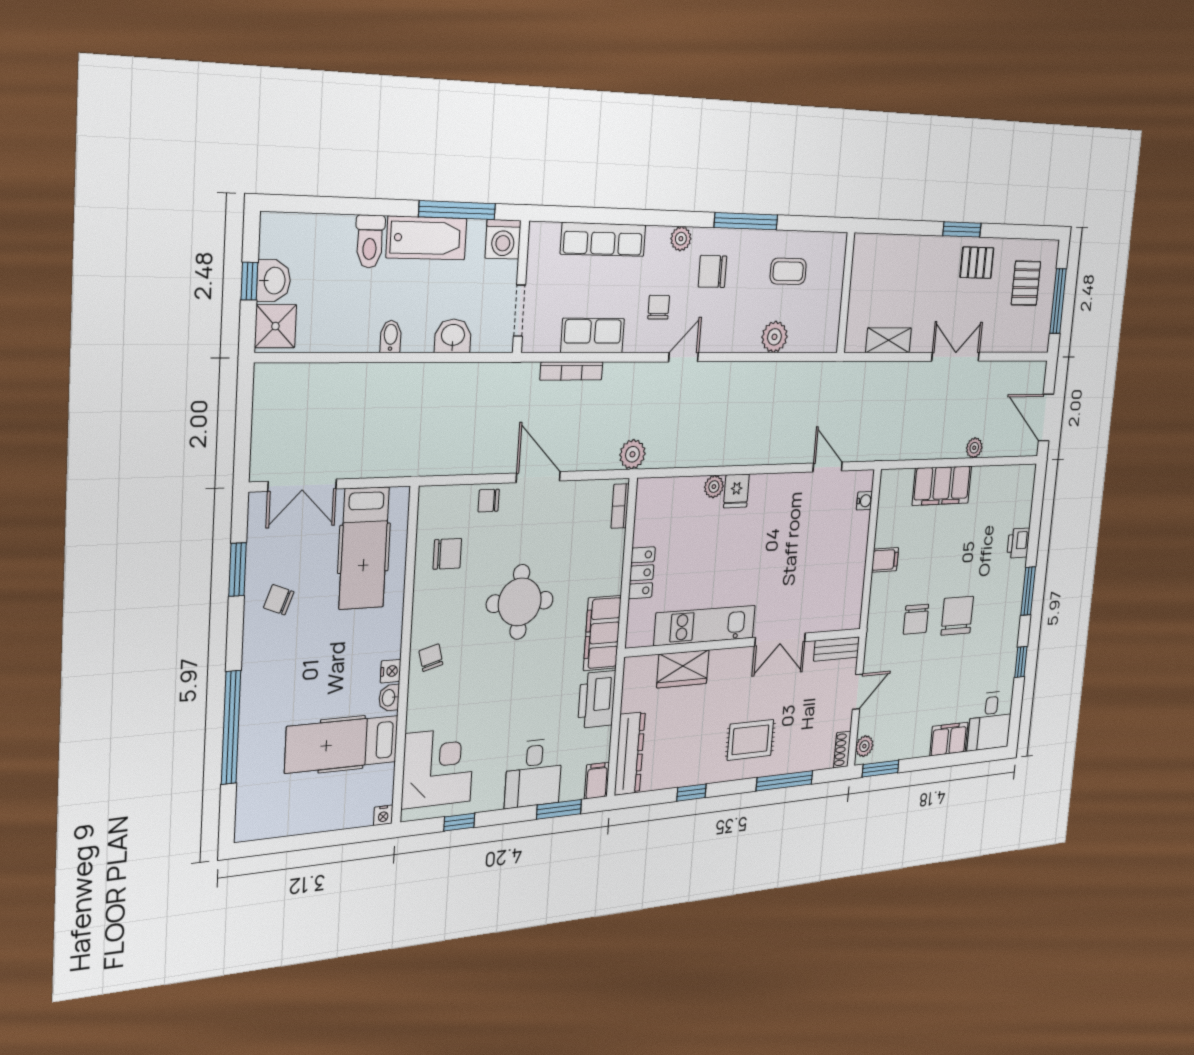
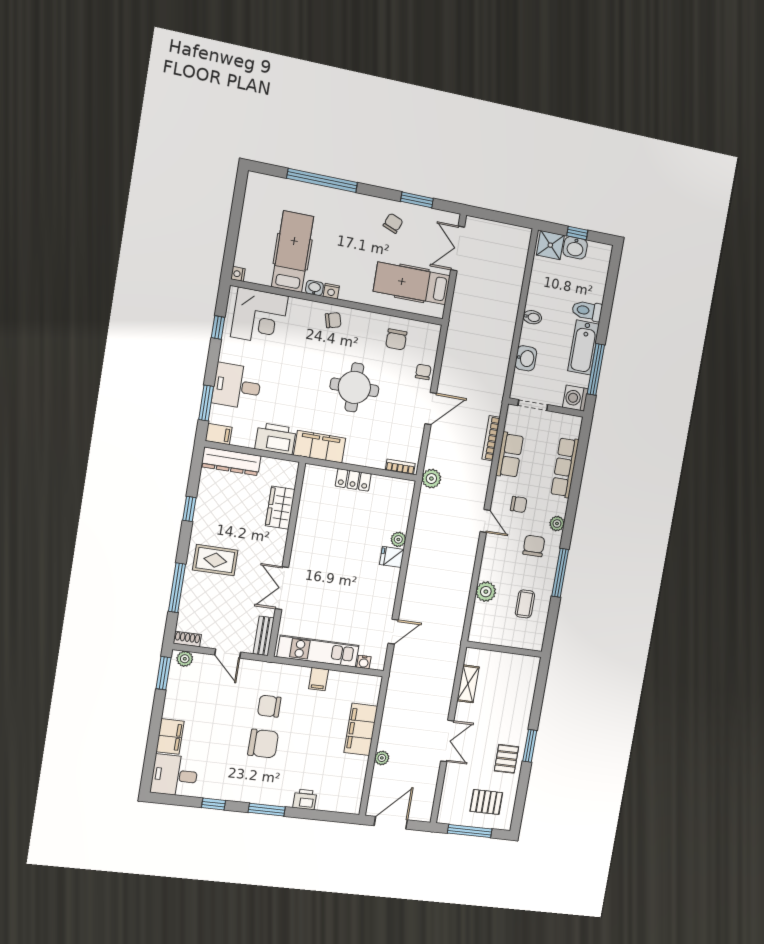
kitchen unit: (705, 625) -> (318, 651), moved, turned -90
rug: (750, 740) -> (215, 560), turned 90

